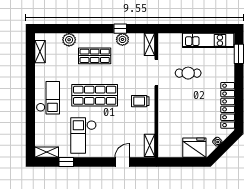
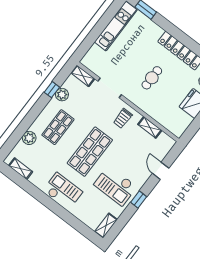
cafe table: (188, 73) -> (152, 78), moved
shelving: (149, 145) -> (150, 127), moved
window: (66, 162) -> (139, 199), moved

